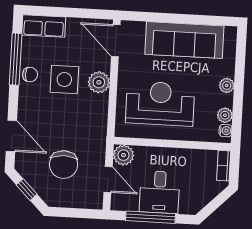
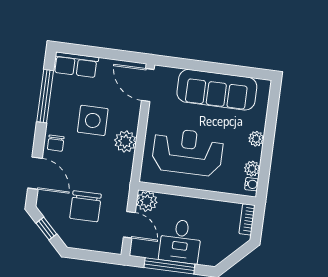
chair: (30, 75) -> (56, 143), moved, turned 90
plant: (99, 82) -> (125, 141), moved

